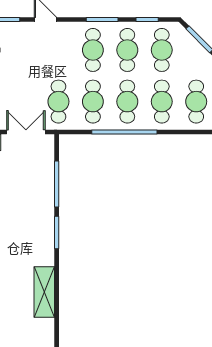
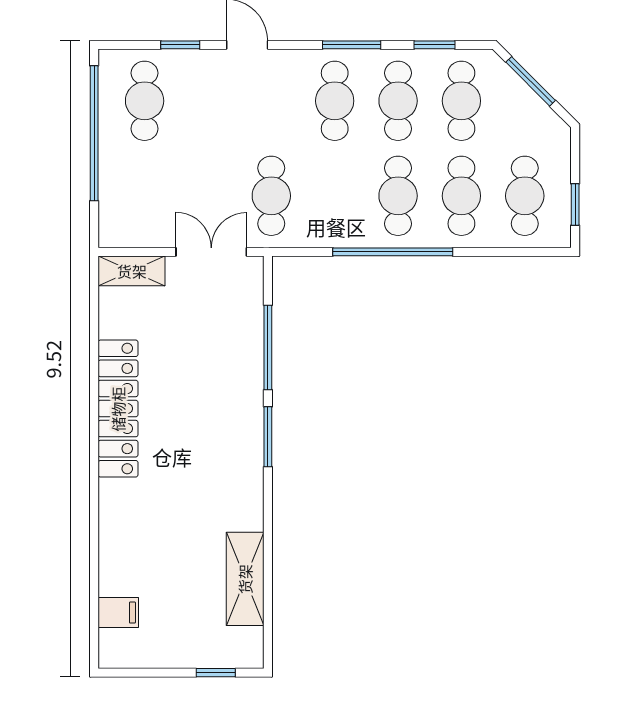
cafe table: (93, 102) -> (335, 196), removed
shelving: (44, 292) -> (245, 579), moved

